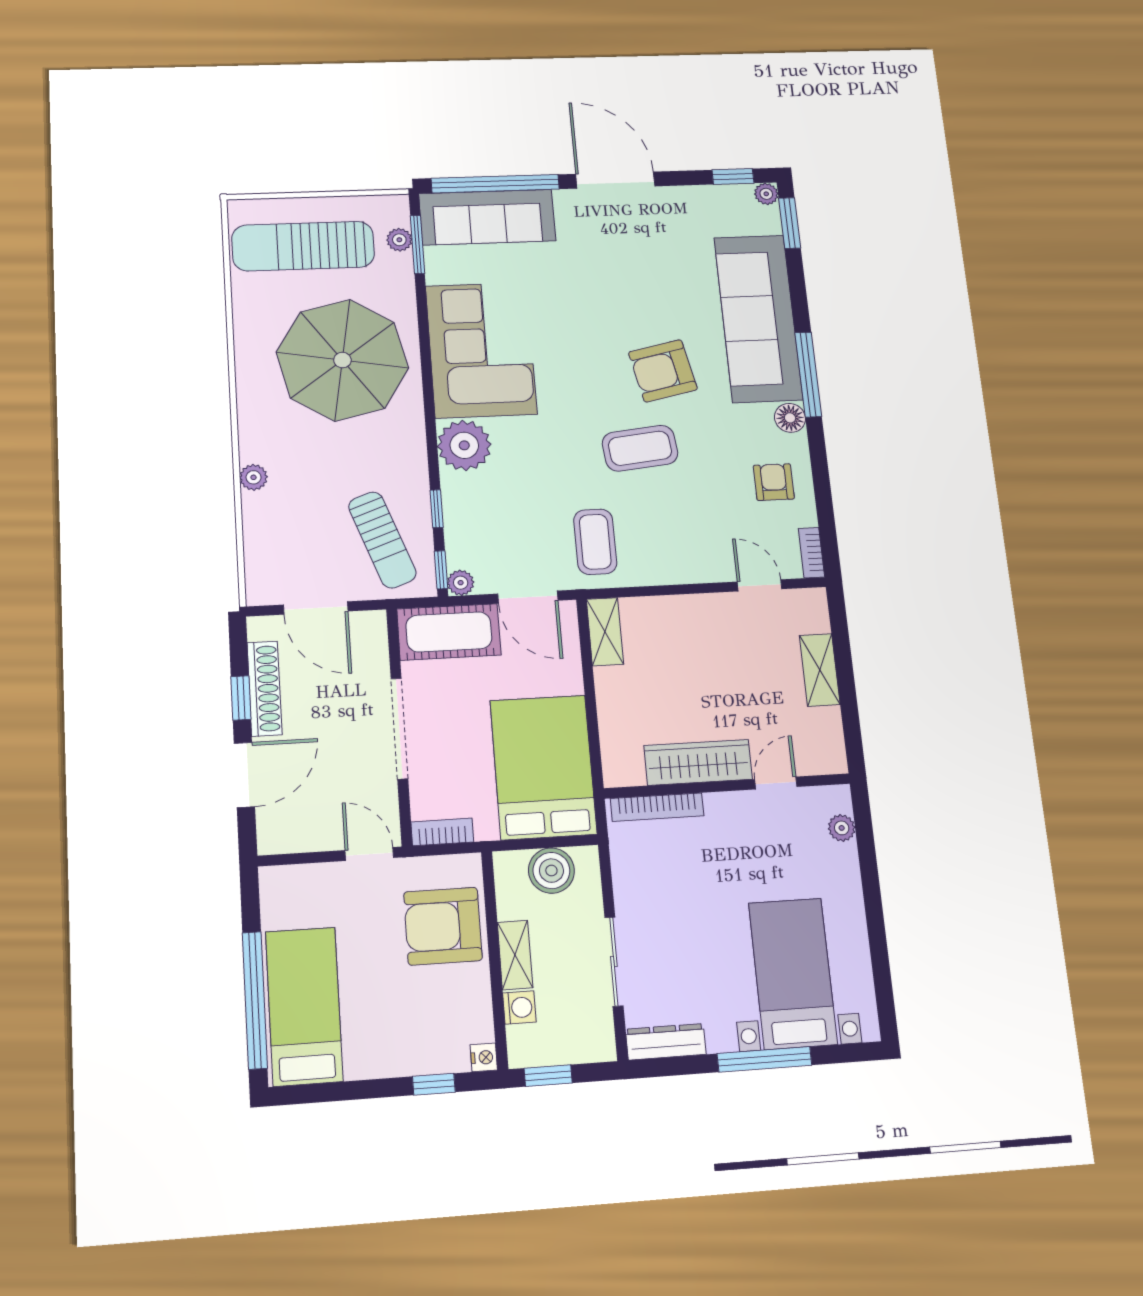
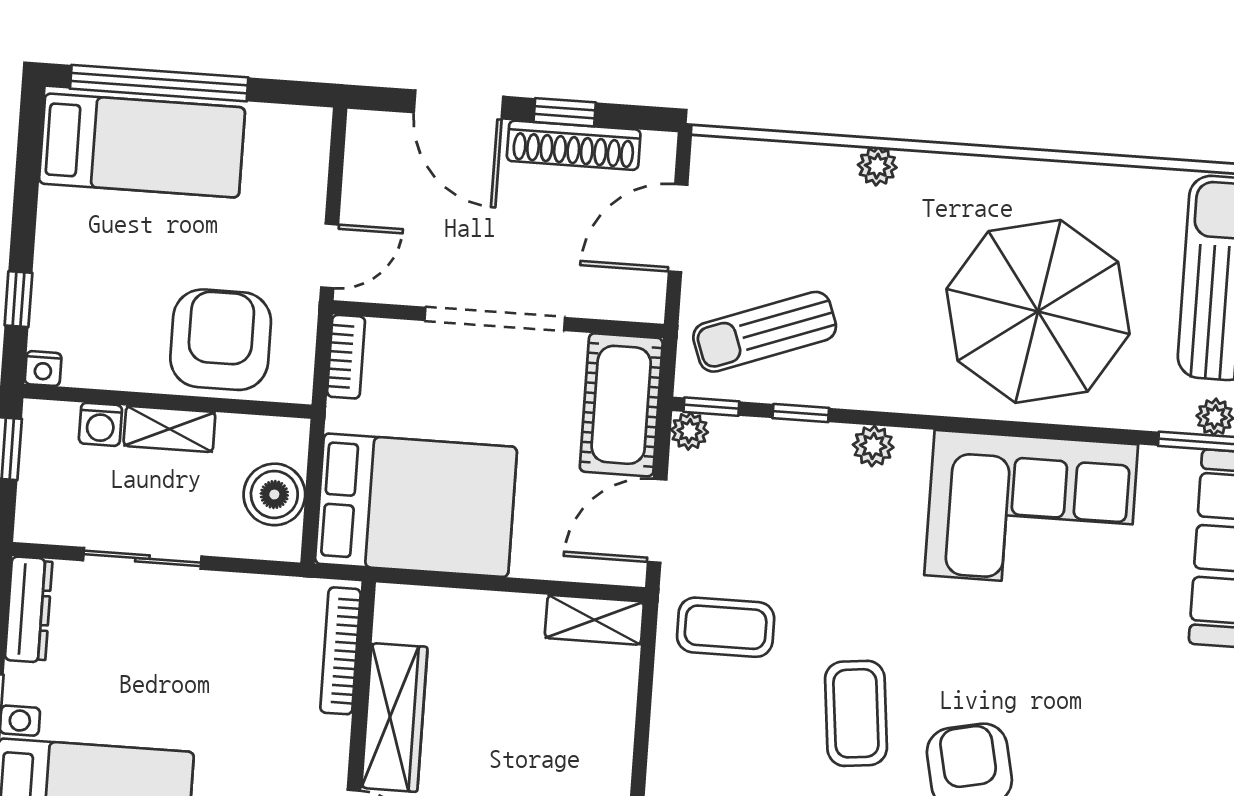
plant: (464, 445) -> (873, 446), width x0.53, depth x0.53

